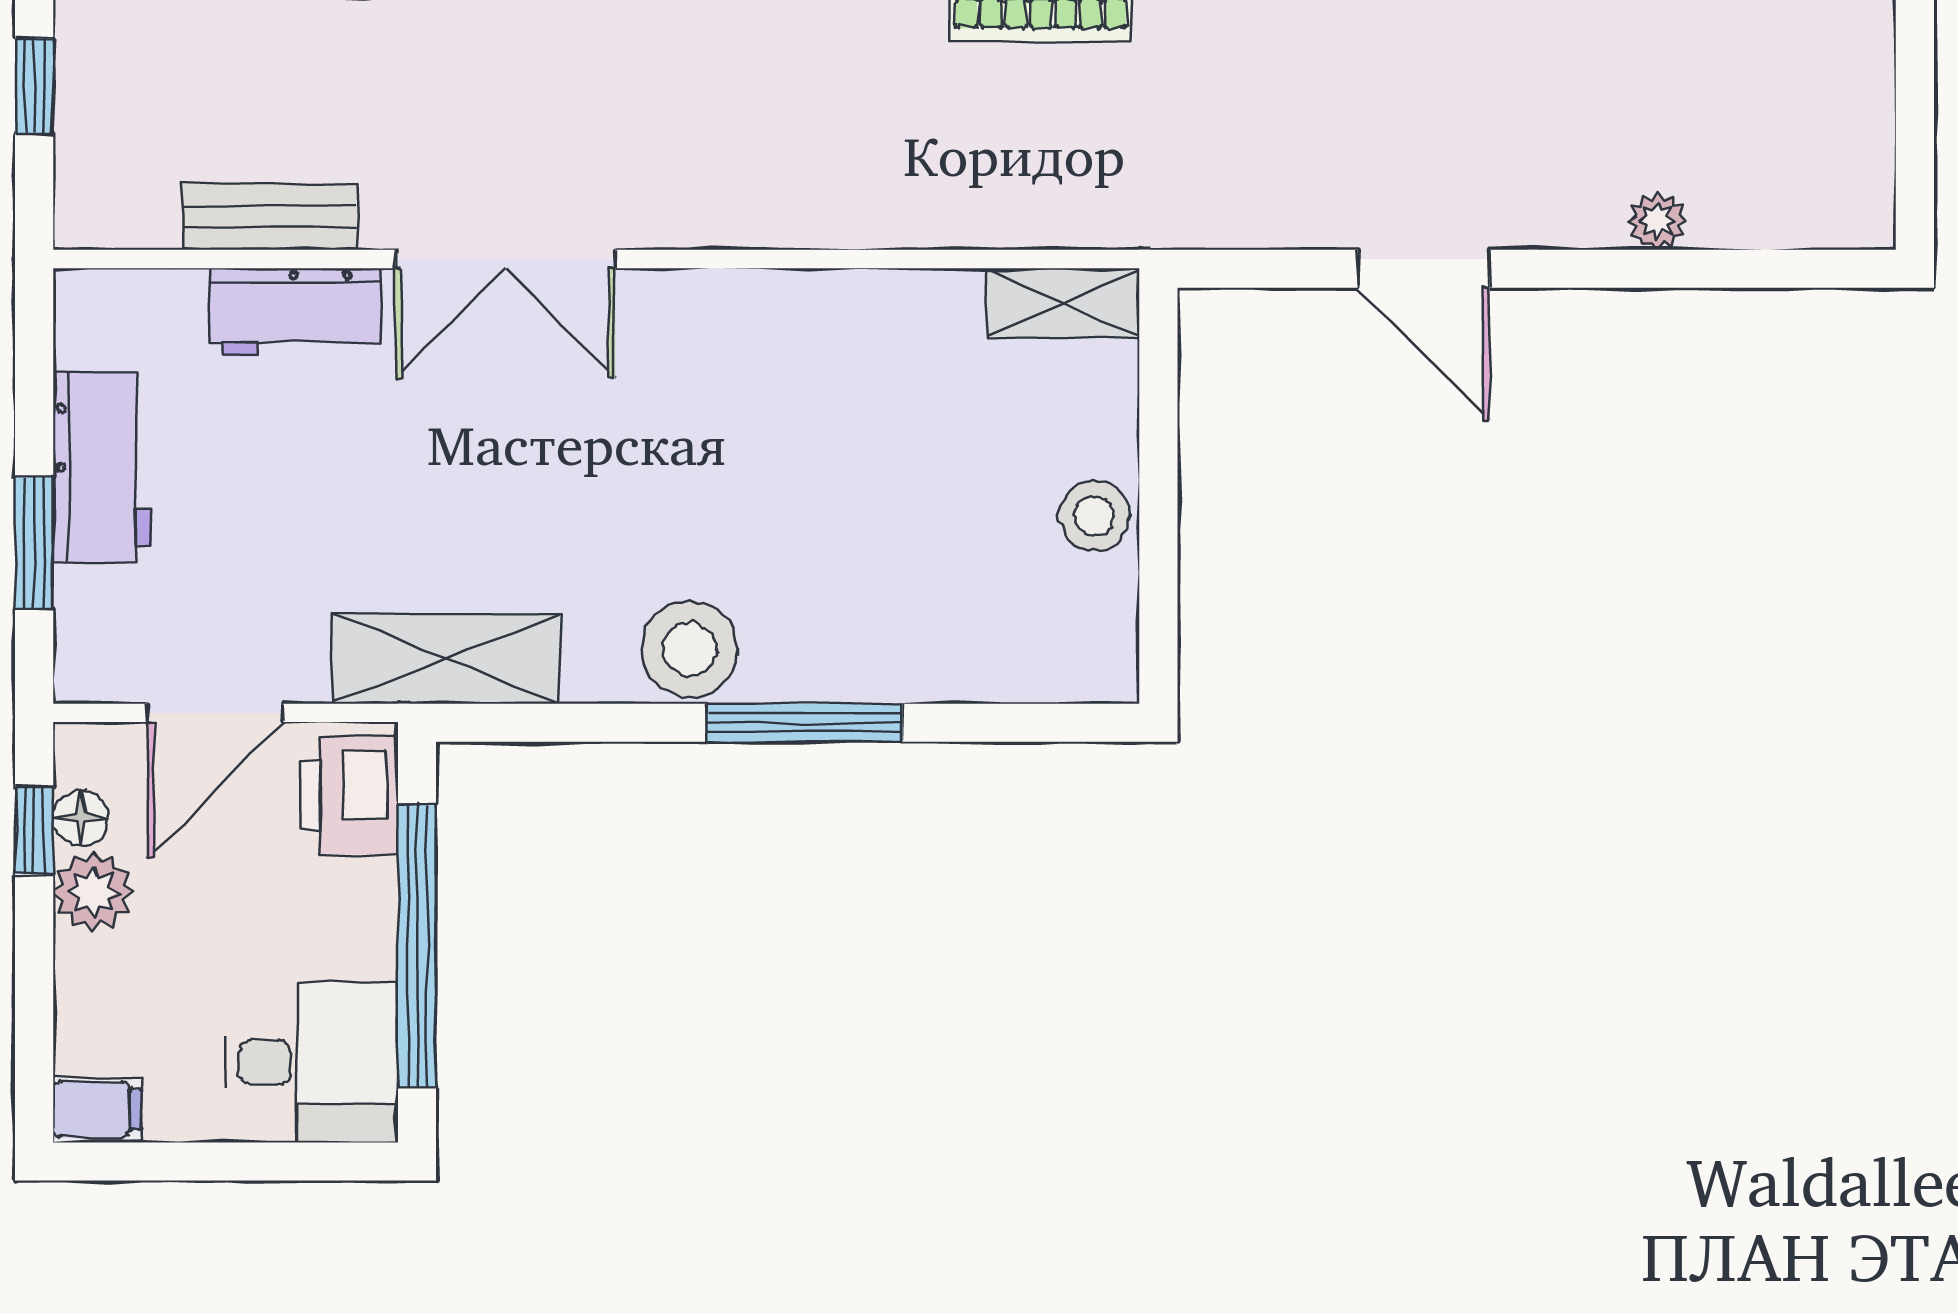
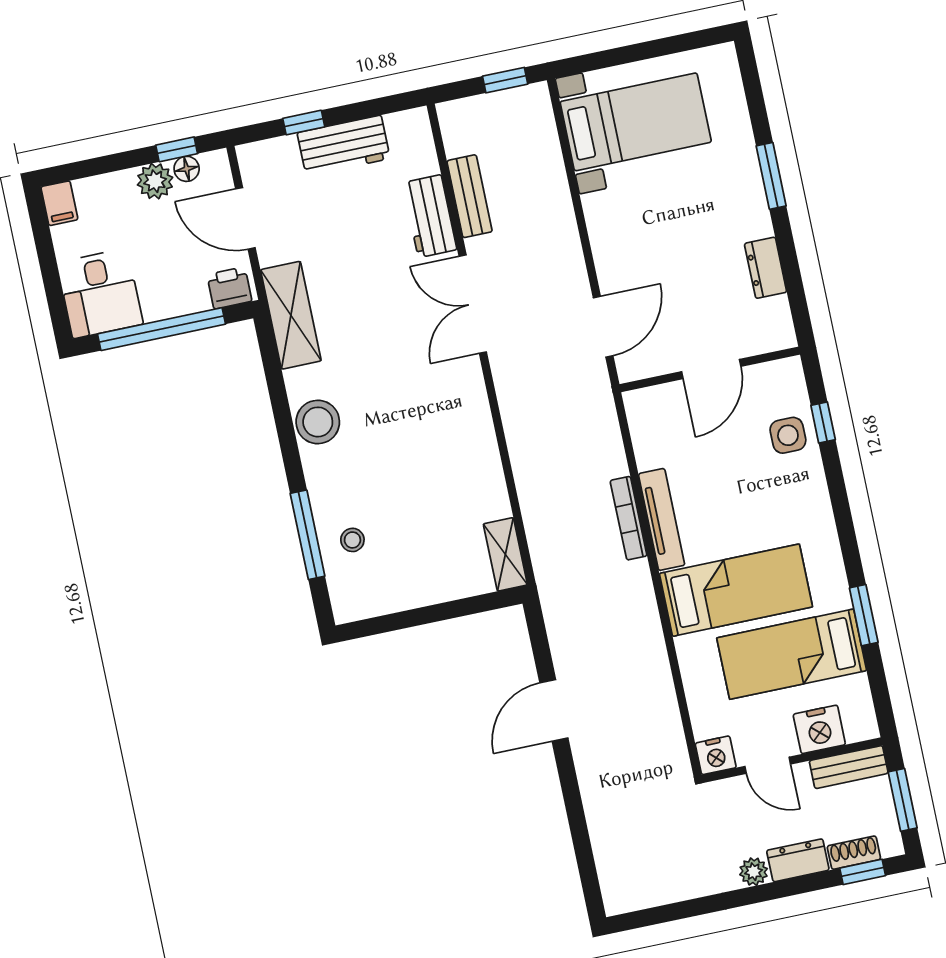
plant: (1657, 221) -> (597, 809), removed
stool: (1094, 516) -> (352, 540), moved, width x0.73, depth x0.73
window: (34, 543) -> (304, 123), width x0.67
window: (805, 723) -> (308, 535), moved
printer: (349, 795) -> (229, 288), width x0.73, depth x0.81

